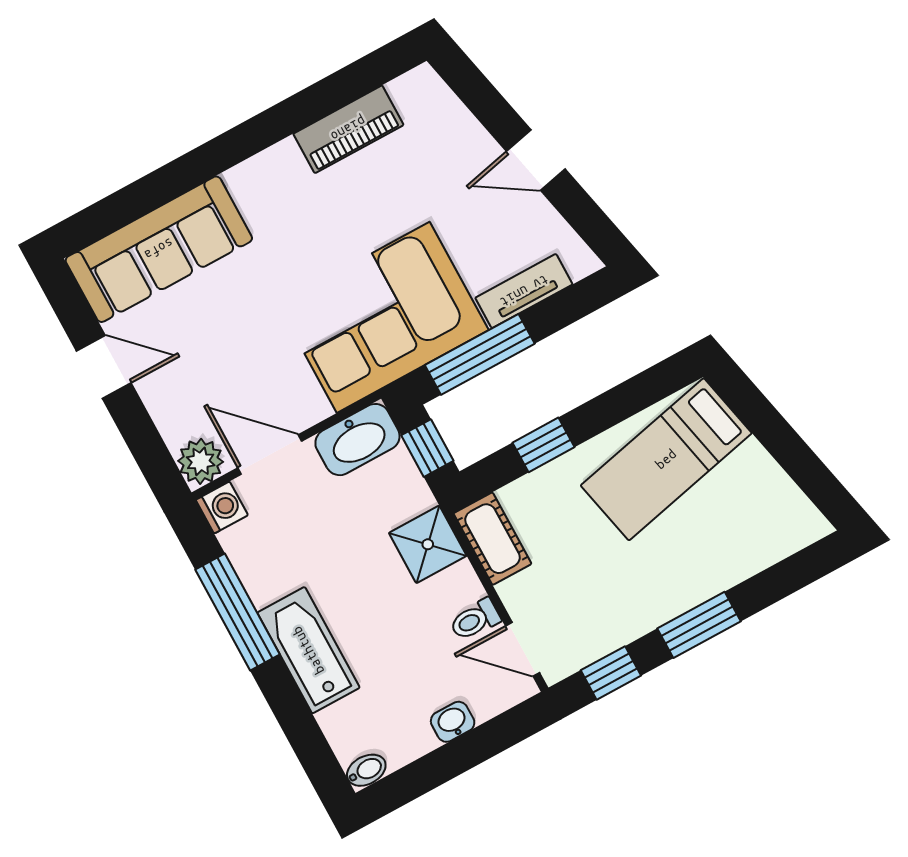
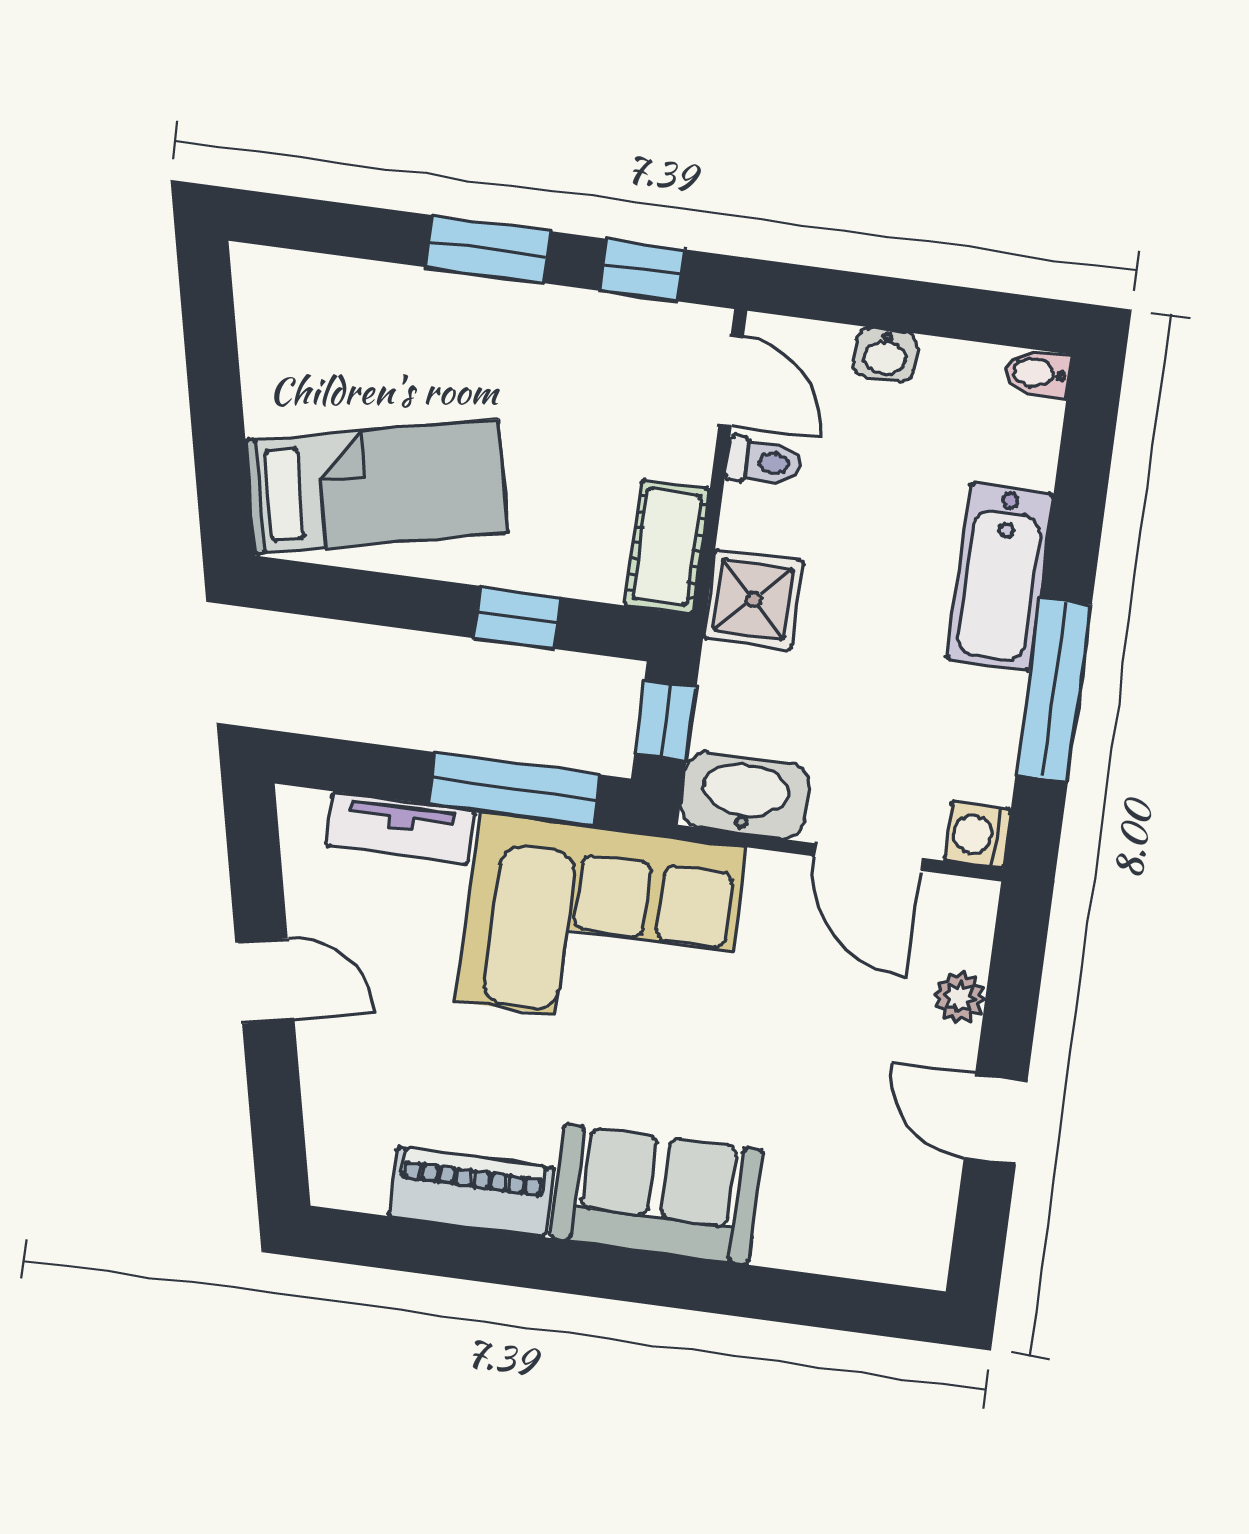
sofa: (159, 249) -> (657, 1194), moved, width x0.73
plant: (201, 461) -> (960, 997), moved, width x0.73, depth x0.73

